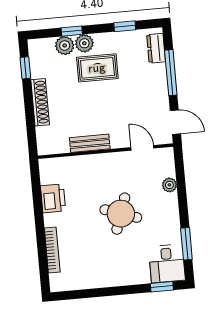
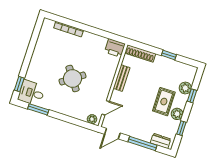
plant: (84, 43) -> (177, 114), moved
window: (25, 68) -> (169, 55), moved
shoe rack: (40, 102) -> (140, 53), moved
plant: (169, 185) -> (92, 119), moved
printer: (53, 198) -> (115, 48), moved
round table: (121, 214) -> (73, 78), turned 36

